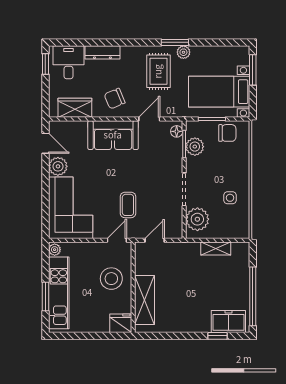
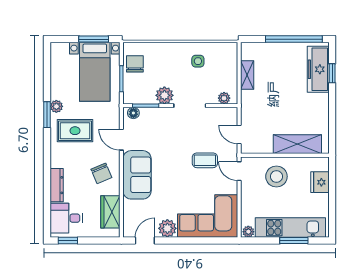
window: (253, 70) -> (94, 39), moved
plant: (195, 147) -> (164, 95), moved
plant: (197, 219) -> (224, 98), width x0.53, depth x0.53
freezer: (228, 322) -> (318, 69), width x1.40
fridge: (121, 323) -> (320, 182), moved

